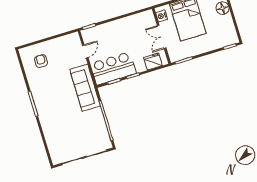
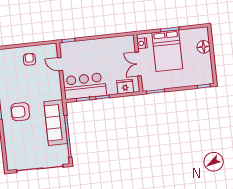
door: (85, 51) -> (60, 64), swing flipped
armchair: (41, 61) -> (29, 59), moved
sofa: (85, 88) -> (56, 123), moved
armchair: (55, 105) -> (20, 112), added

